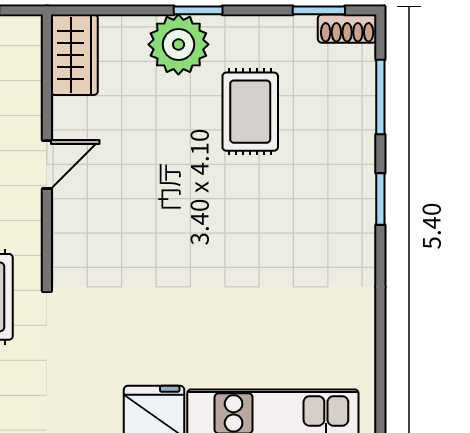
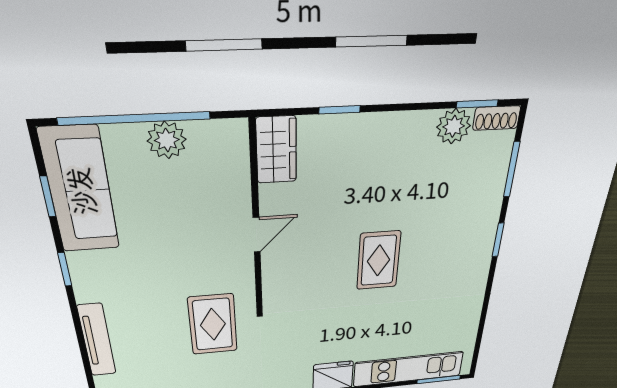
window: (198, 10) -> (340, 110), moved
plant: (178, 44) -> (454, 126), moved, width x0.73, depth x0.73
rug: (250, 112) -> (379, 261), moved

